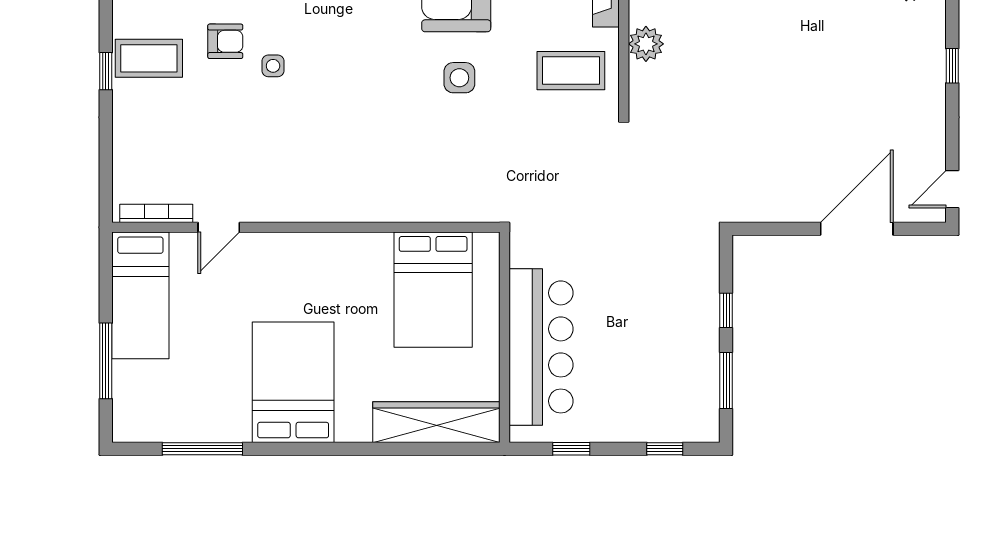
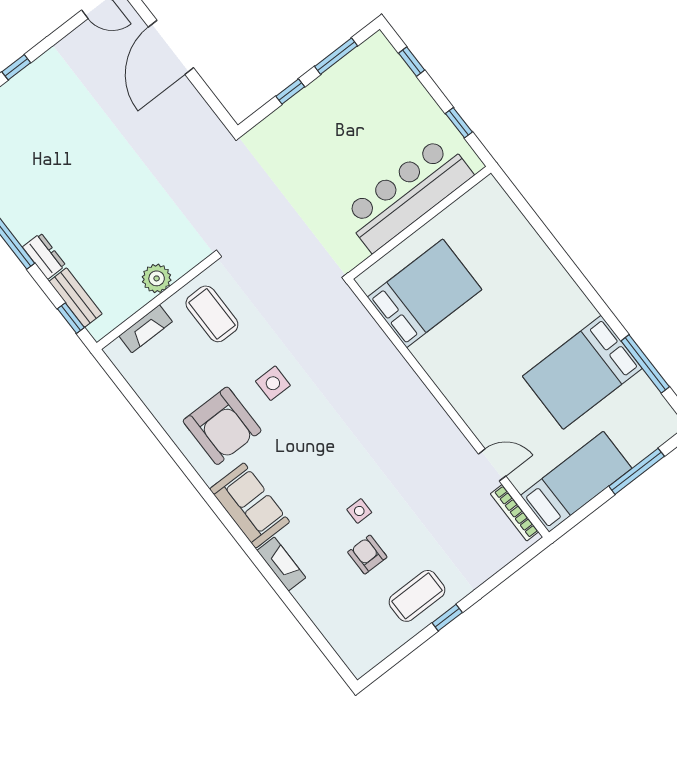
coffee table: (149, 58) -> (417, 596), turned 90
door: (857, 229) -> (171, 47), hinge flipped
bed: (293, 382) -> (582, 372), moved
wardrobe: (436, 422) -> (510, 224), removed

